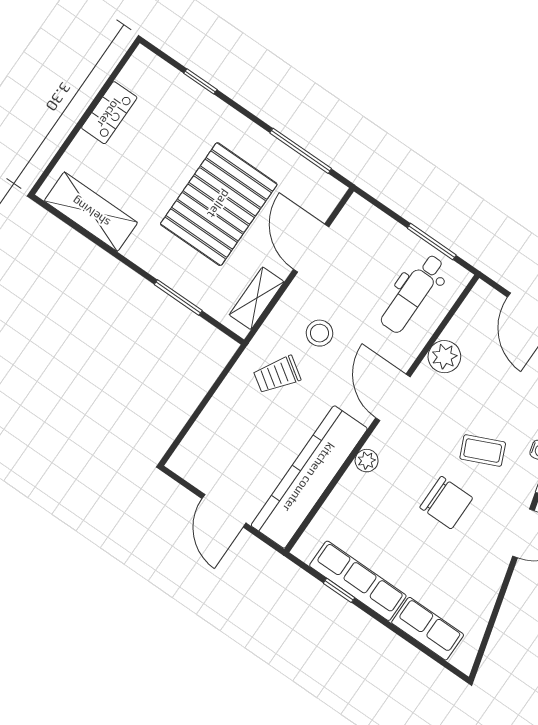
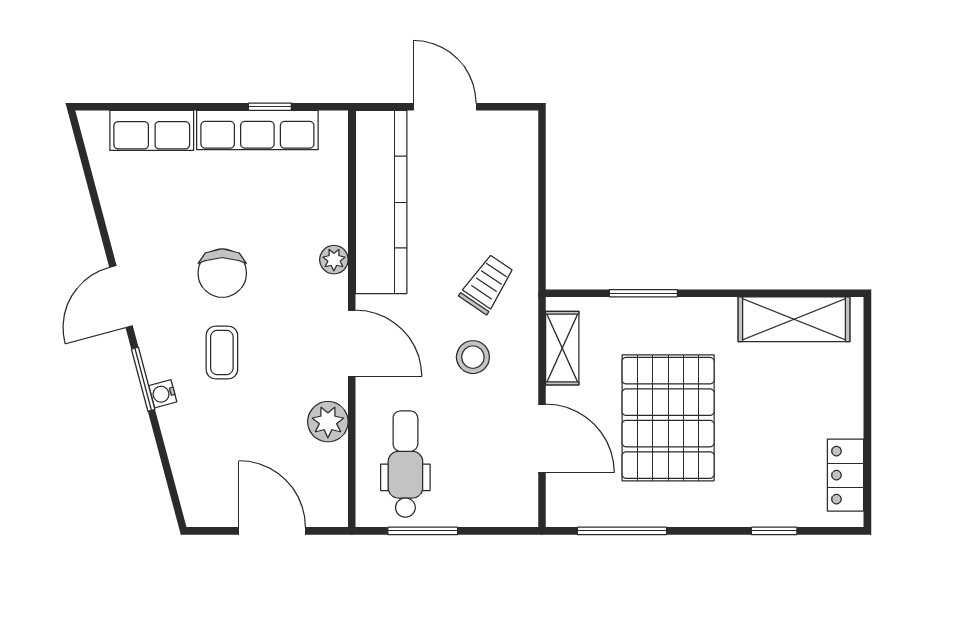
locker: (109, 113) -> (846, 475), moved
coffee table: (483, 451) -> (222, 353), turned -66
chair: (446, 503) -> (222, 273), turned -90

